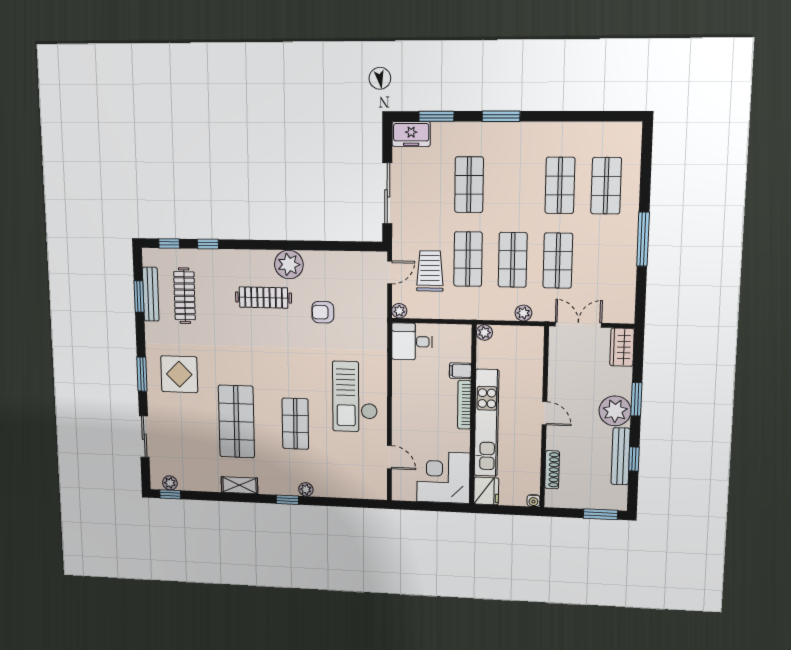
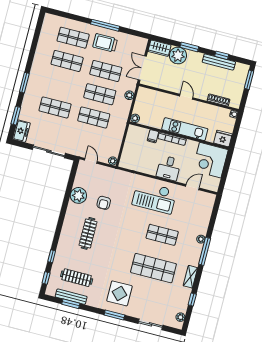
plant: (289, 264) -> (78, 195), moved
trolley: (430, 271) -> (105, 43), moved
desk: (412, 341) -> (169, 168), moved
plant: (615, 411) -> (178, 55), moved
door: (544, 413) -> (186, 97), hinge flipped
kitchen unit: (486, 423) -> (185, 129), width x0.73
window: (170, 494) -> (192, 299), moved
window: (287, 500) -> (205, 251), width x2.17

